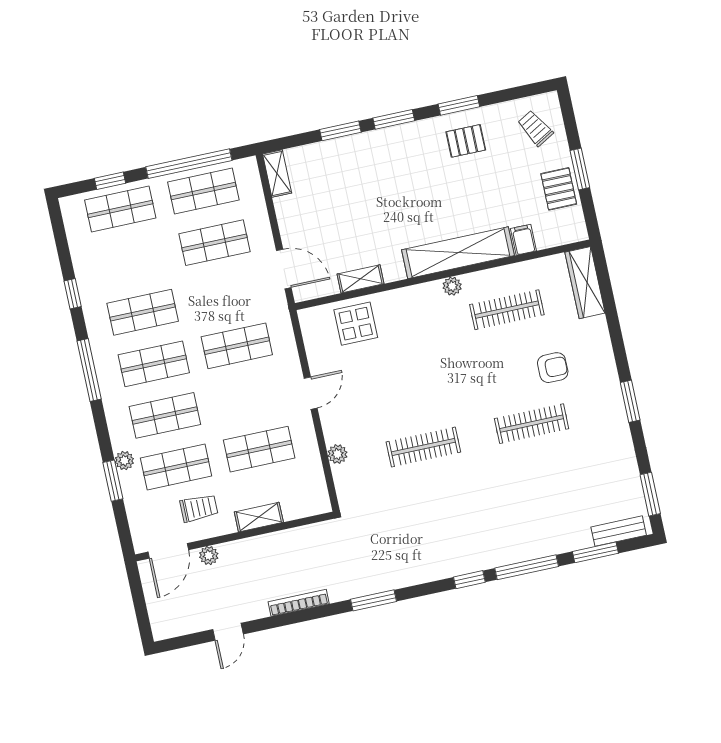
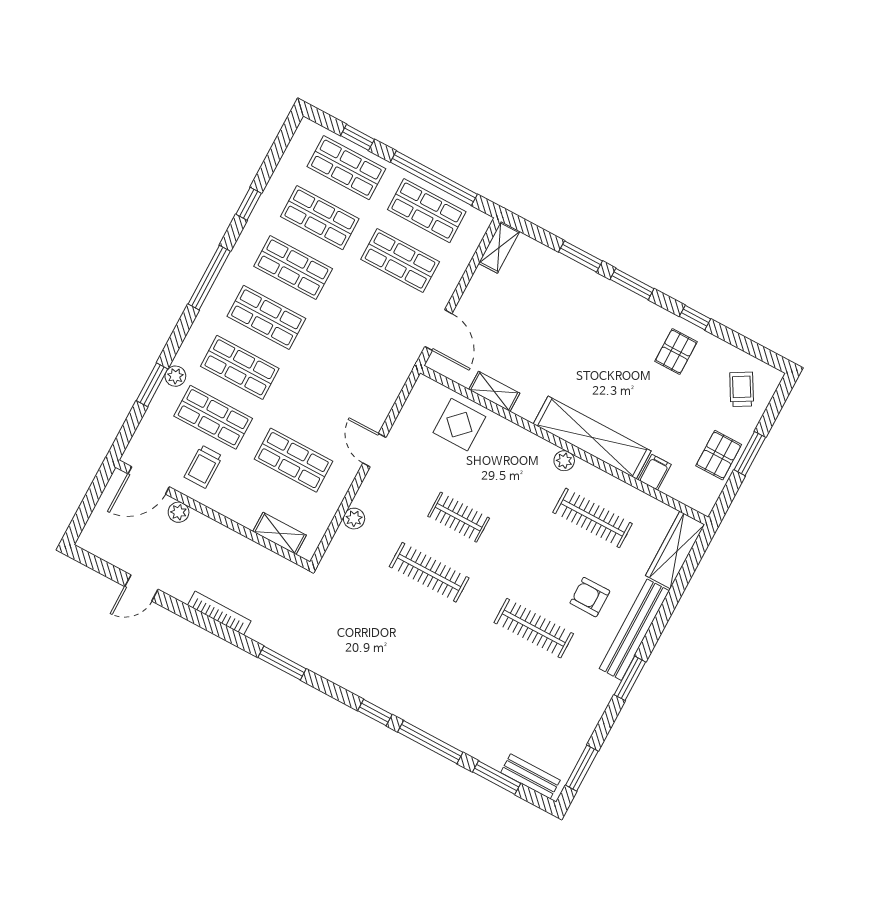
window: (459, 105) -> (695, 318), width x0.67
pallet: (466, 141) -> (676, 352), turned 90
shop shelf: (237, 346) -> (320, 218), moved
bench: (604, 364) -> (634, 630), added
armchair: (553, 368) -> (590, 597), turned 180
clothes rail: (411, 390) -> (459, 517), added
door: (311, 393) -> (374, 450), swing flipped
trolley: (199, 508) -> (203, 467), turned 90
shelving: (259, 517) -> (280, 533), moved

